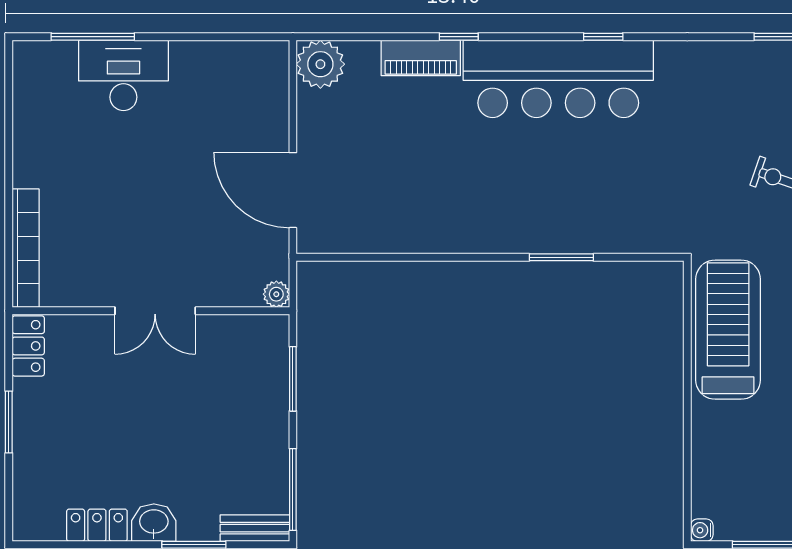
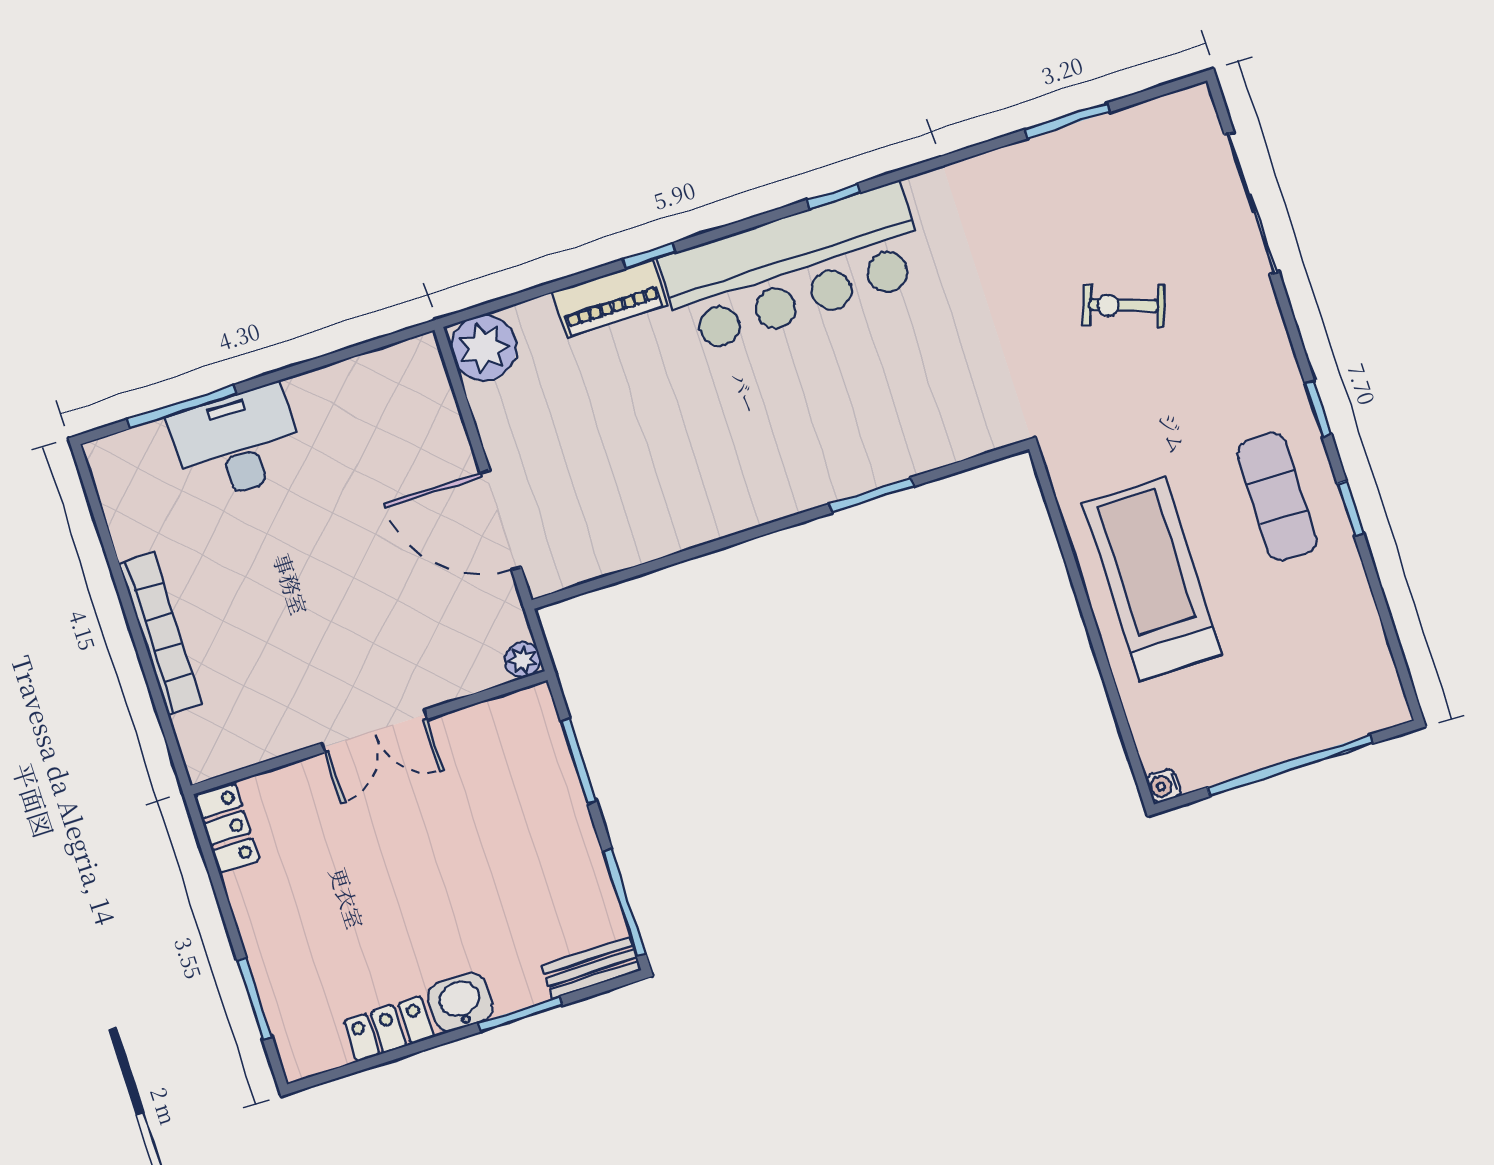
bookcase: (26, 248) -> (160, 633), moved
treadmill: (728, 330) -> (1152, 579), moved
window: (9, 422) -> (254, 998), moved

